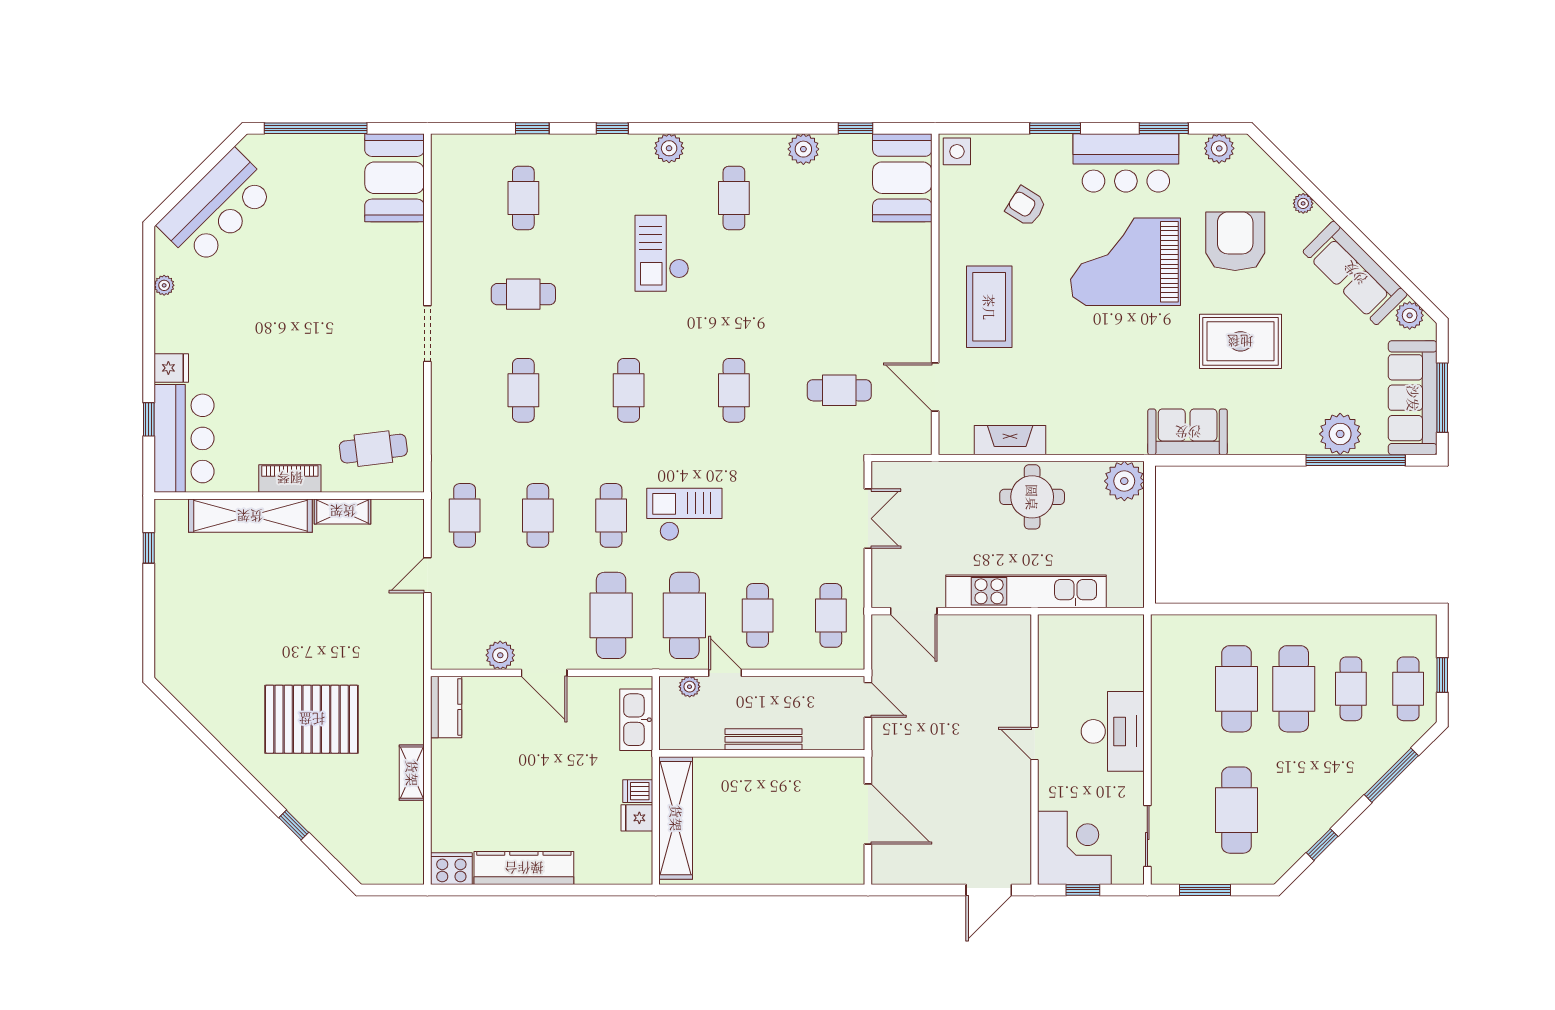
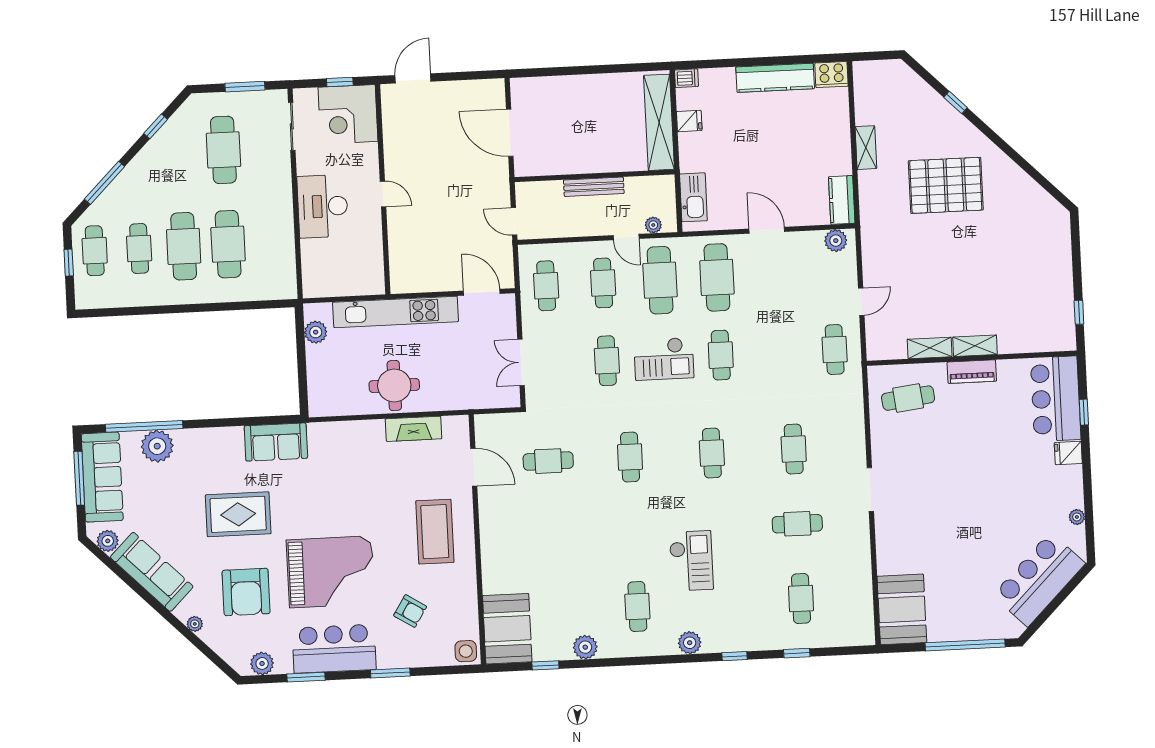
plant: (1124, 481) -> (316, 332), moved, width x0.73, depth x0.73
cafe table: (538, 515) -> (607, 361), moved
shelving: (250, 516) -> (975, 346), width x0.45, depth x0.75
plant: (500, 655) -> (836, 241), moved
dishwasher: (638, 791) -> (686, 78), moved

